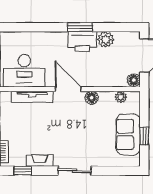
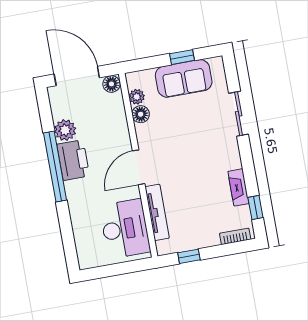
window: (80, 27) -> (55, 166), width x2.11
floor lamp: (92, 98) -> (141, 114), moved
sliding door: (75, 171) -> (239, 114), moved

